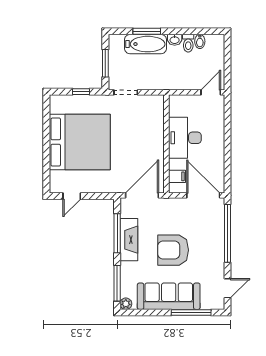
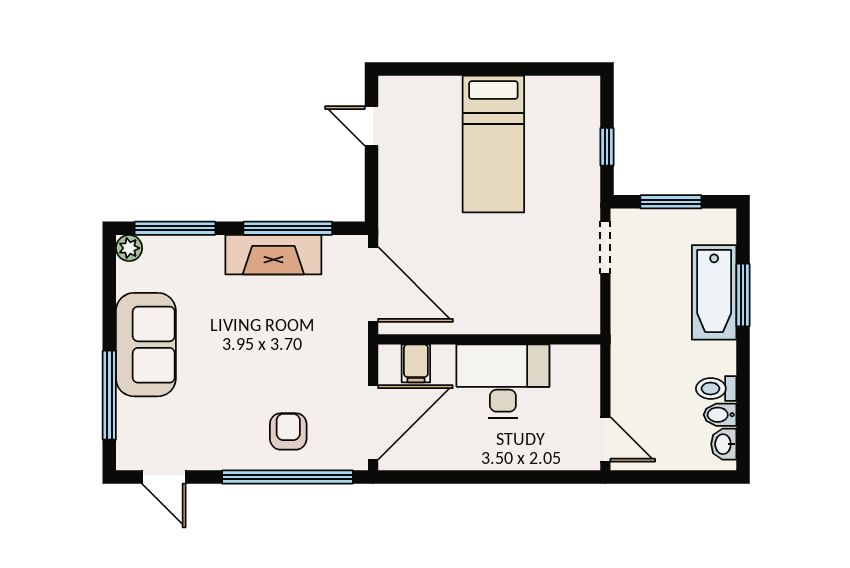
washbasin: (175, 40) -> (724, 444), moved
bed: (80, 142) -> (493, 144), width x0.49
armchair: (173, 250) -> (288, 431), moved, width x0.53, depth x0.53
sofa: (169, 296) -> (146, 345), width x0.73

